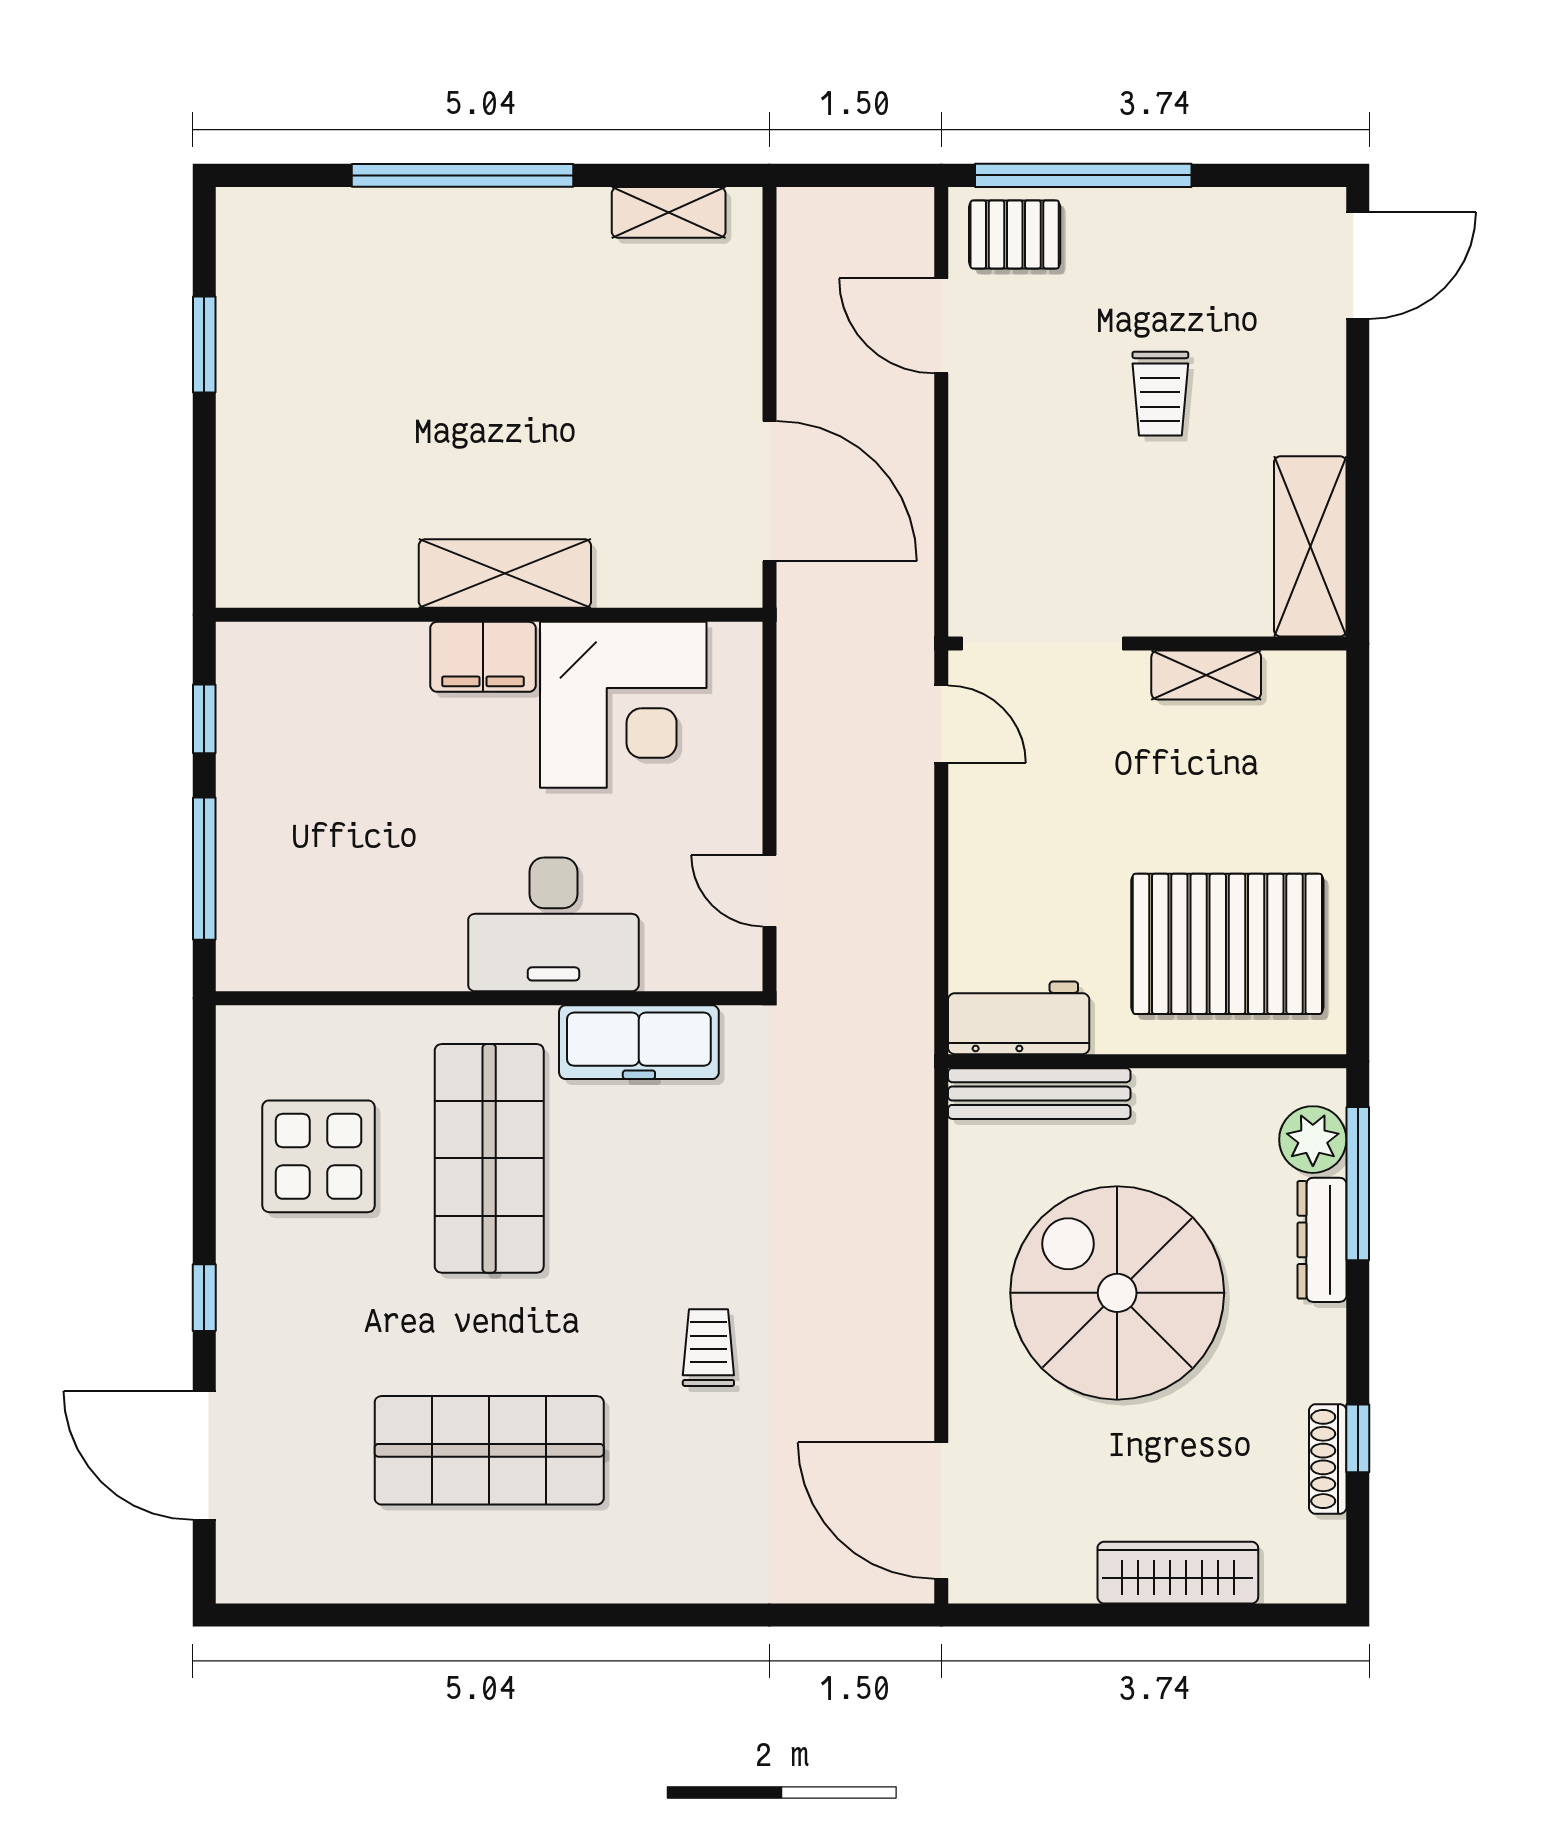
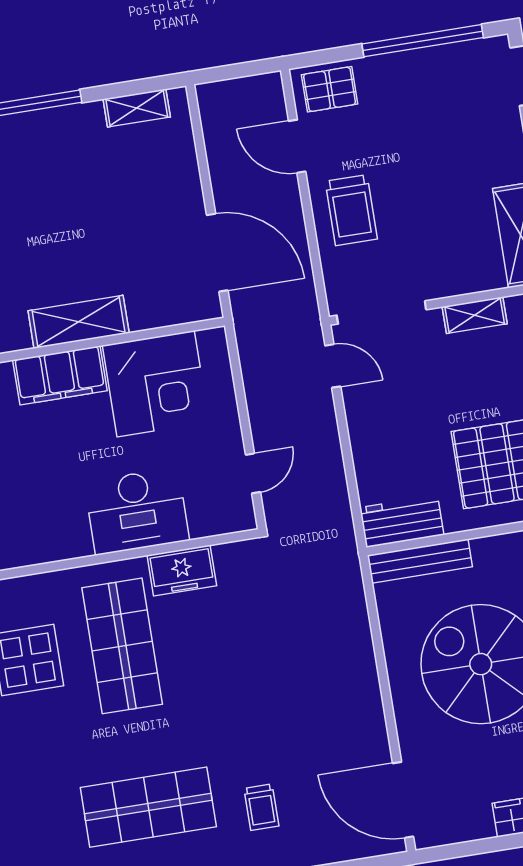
window: (1083, 175) -> (423, 41), moved
trolley: (1160, 394) -> (351, 210), moved, width x1.36, depth x1.39
filing cabinet: (483, 657) -> (60, 375), width x1.50, depth x1.17
door: (770, 891) -> (253, 473), swing flipped
freezer: (639, 1042) -> (182, 570), width x0.71
trolley: (708, 1348) -> (261, 807), moved, turned 180

